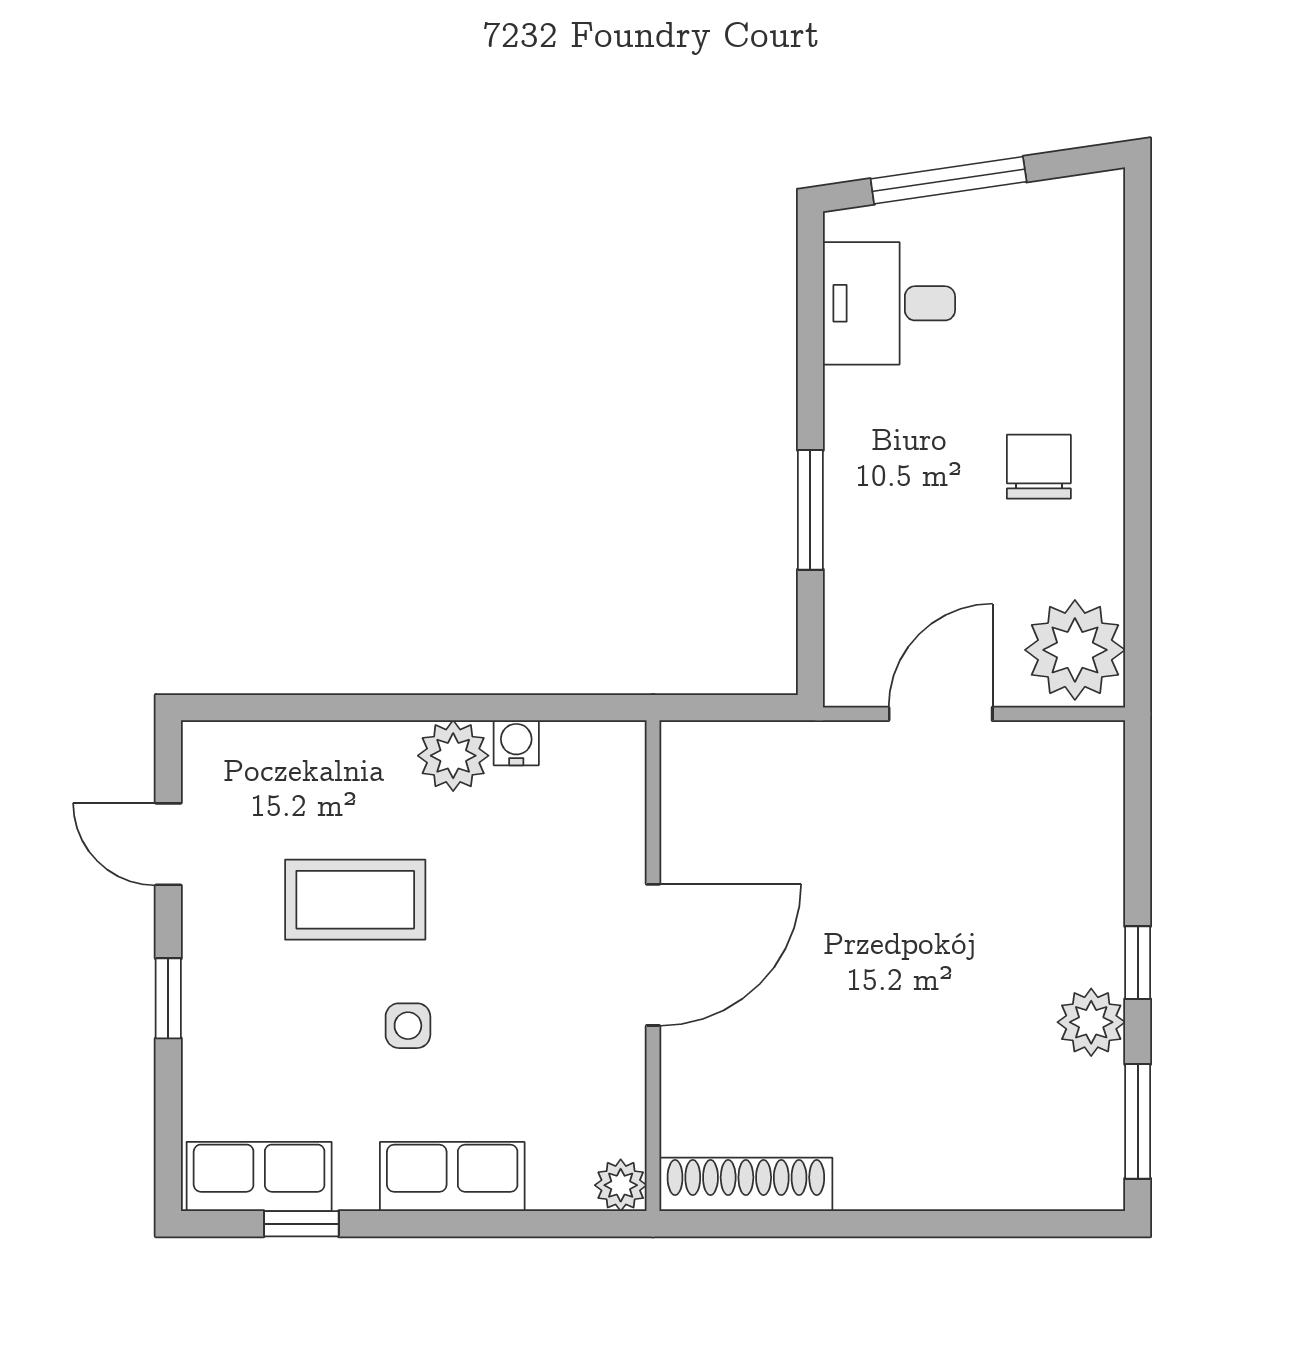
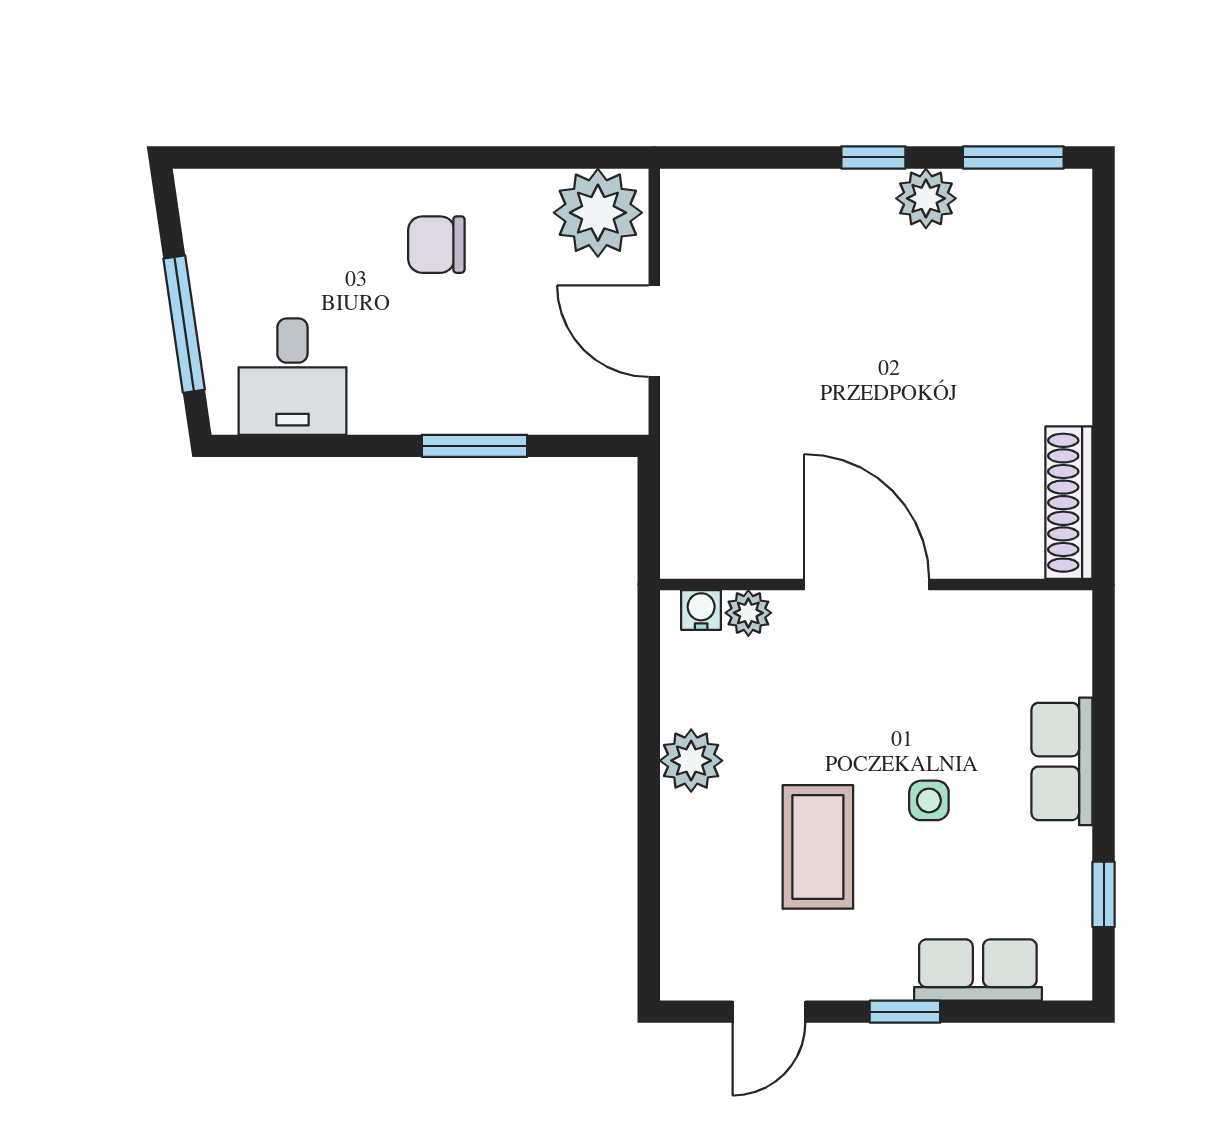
water cooler: (516, 743) -> (701, 610), moved, turned 90
row of seats: (259, 1177) -> (978, 970), moved, turned 90
plant: (621, 1185) -> (748, 613), moved

